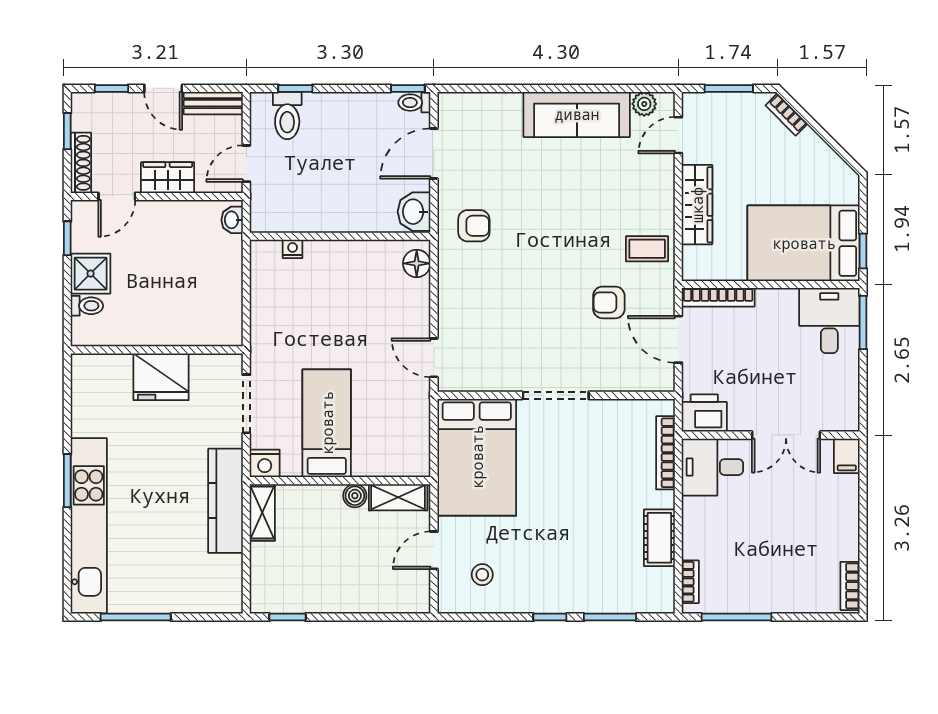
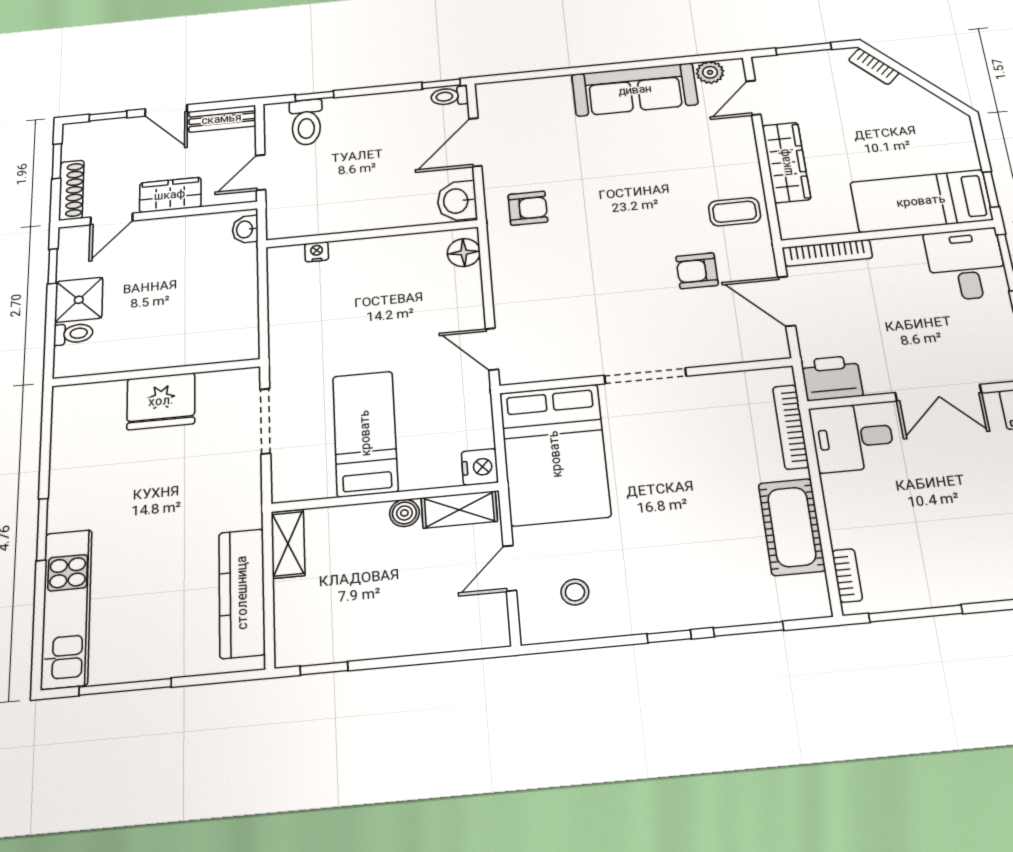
bed: (804, 243) -> (921, 201), width x0.67
nightstand: (265, 463) -> (480, 467), moved, turned -90
kitchen counter: (226, 501) -> (242, 593), moved
kitchen unit: (89, 526) -> (67, 608), width x0.73
cot: (659, 538) -> (792, 527), width x1.37, depth x1.34

